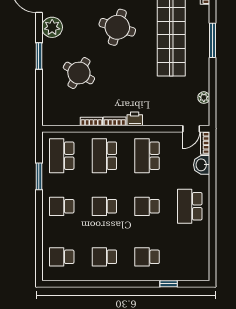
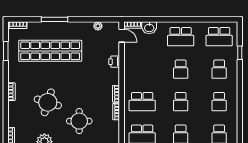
round table: (117, 27) -> (48, 102), moved
round table: (79, 73) -> (79, 121), turned -30
printer: (135, 119) -> (114, 62), moved
school desk: (147, 156) -> (219, 37), moved

